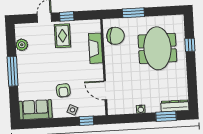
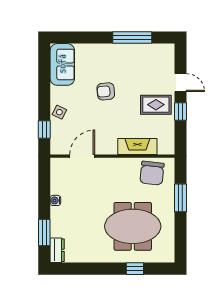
plant: (22, 45) -> (147, 51), removed
window: (13, 71) -> (132, 38), moved
armchair: (63, 90) -> (106, 91), moved
dresser: (175, 106) -> (57, 250), width x0.70

